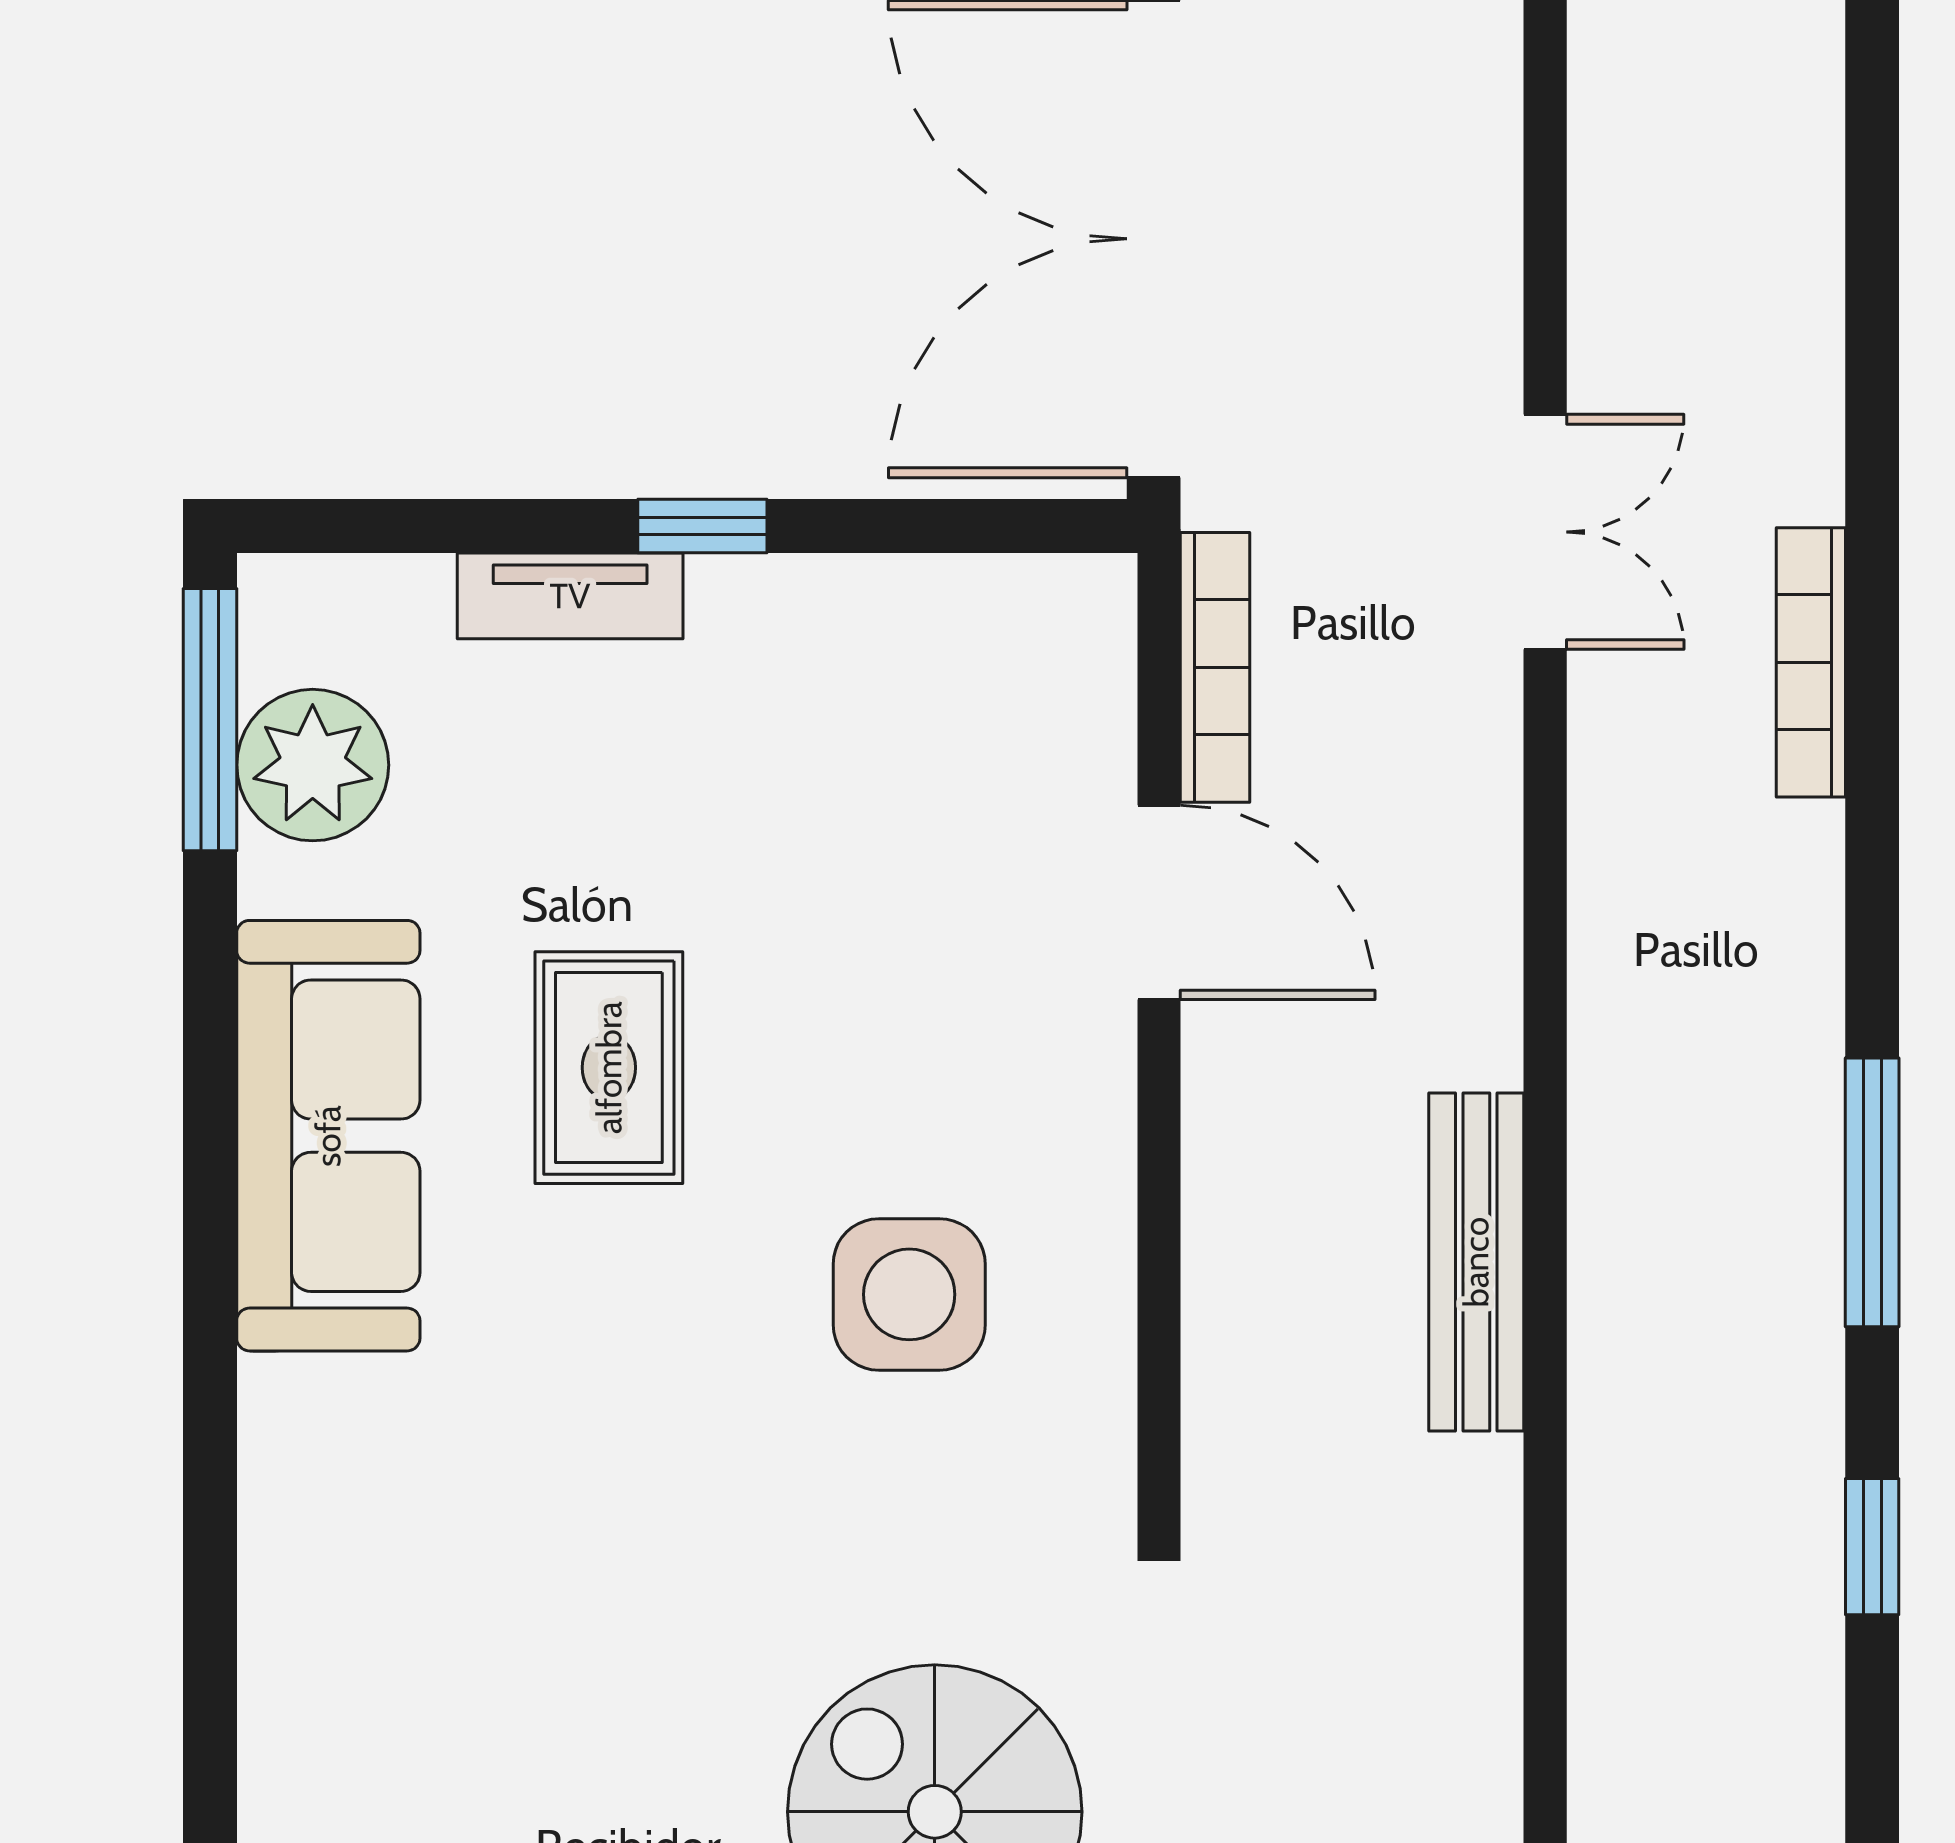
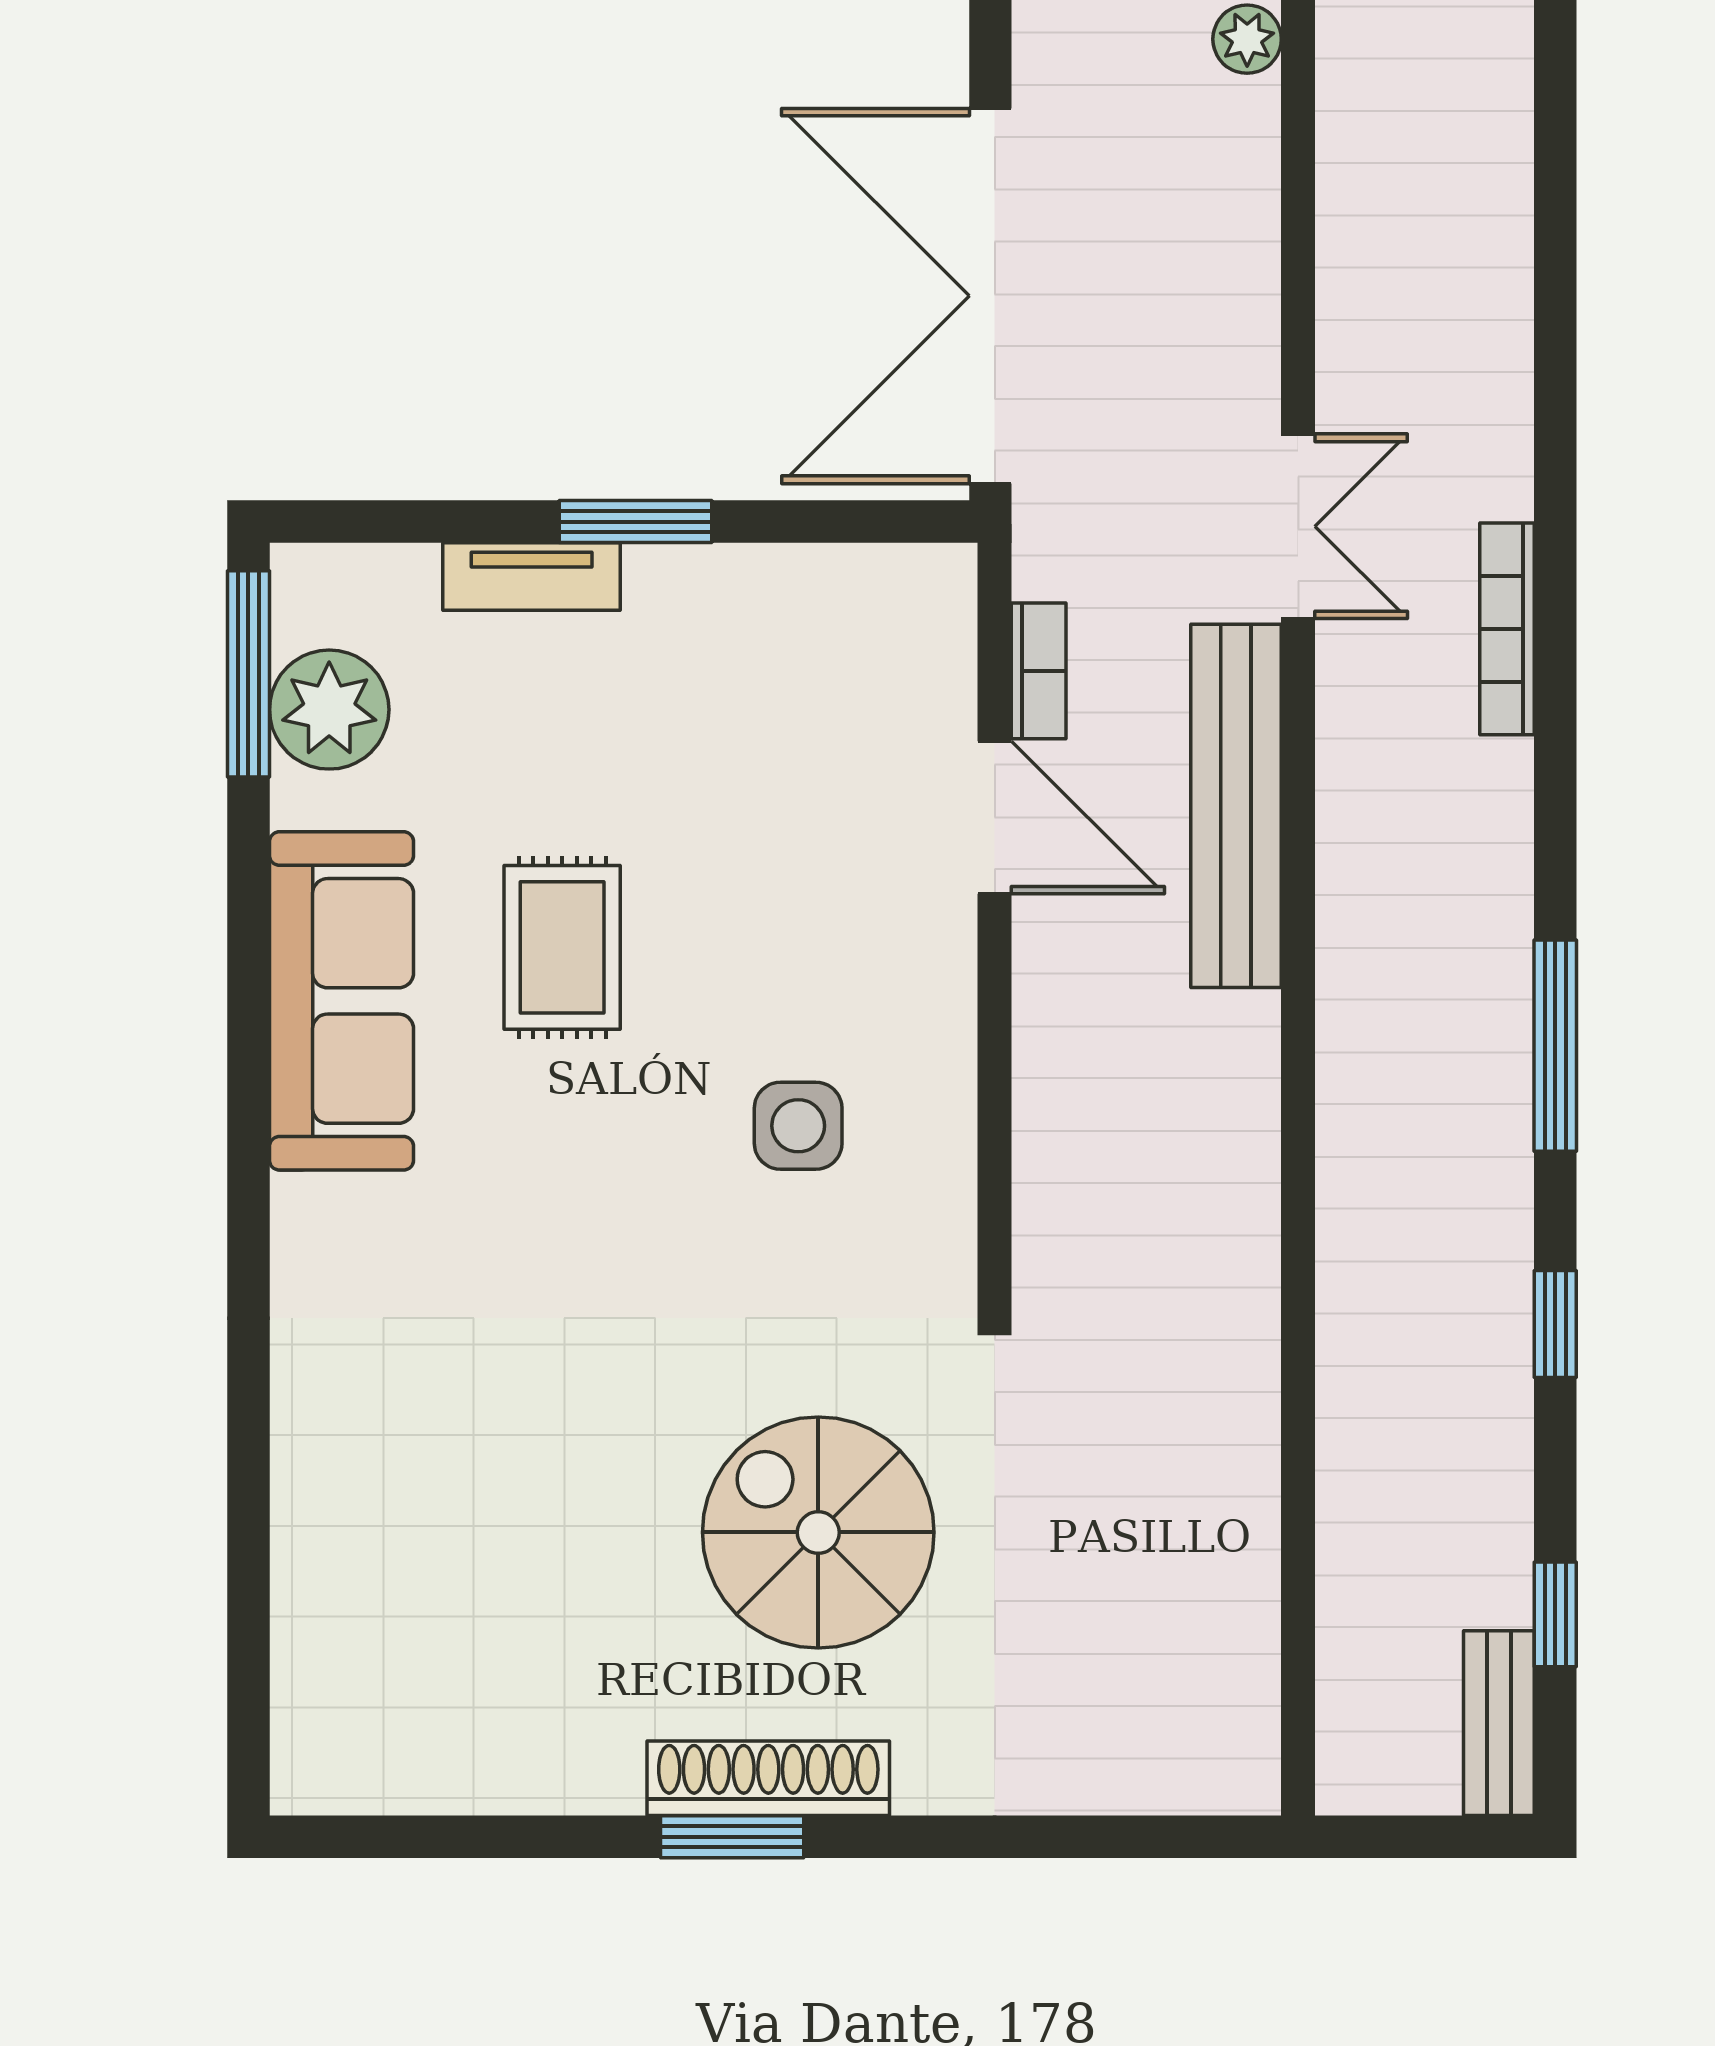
window: (702, 526) -> (636, 522), width x1.50
bookcase: (1215, 667) -> (1039, 671), width x0.64
bench: (1476, 1262) -> (1236, 806), moved, width x1.37, depth x1.21
side table: (909, 1294) -> (798, 1126), width x0.73, depth x0.73

